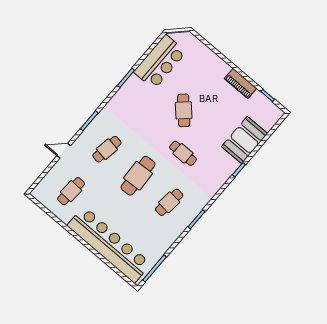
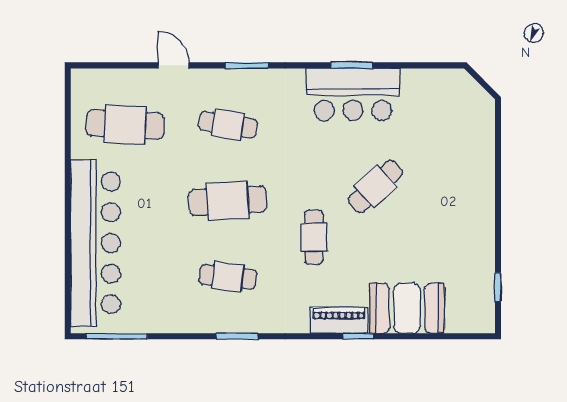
bar counter: (160, 62) -> (353, 94), moved
piano: (240, 83) -> (339, 320), moved, turned 90
cafe table: (71, 191) -> (125, 125), width x1.37, depth x1.35

